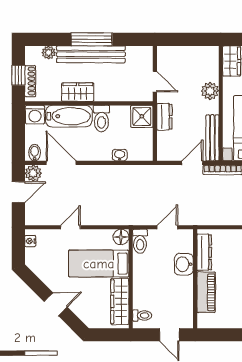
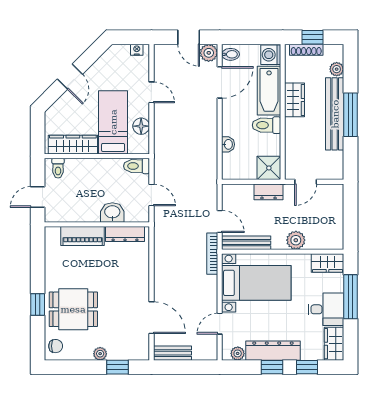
floor lamp: (121, 237) -> (141, 126), moved

